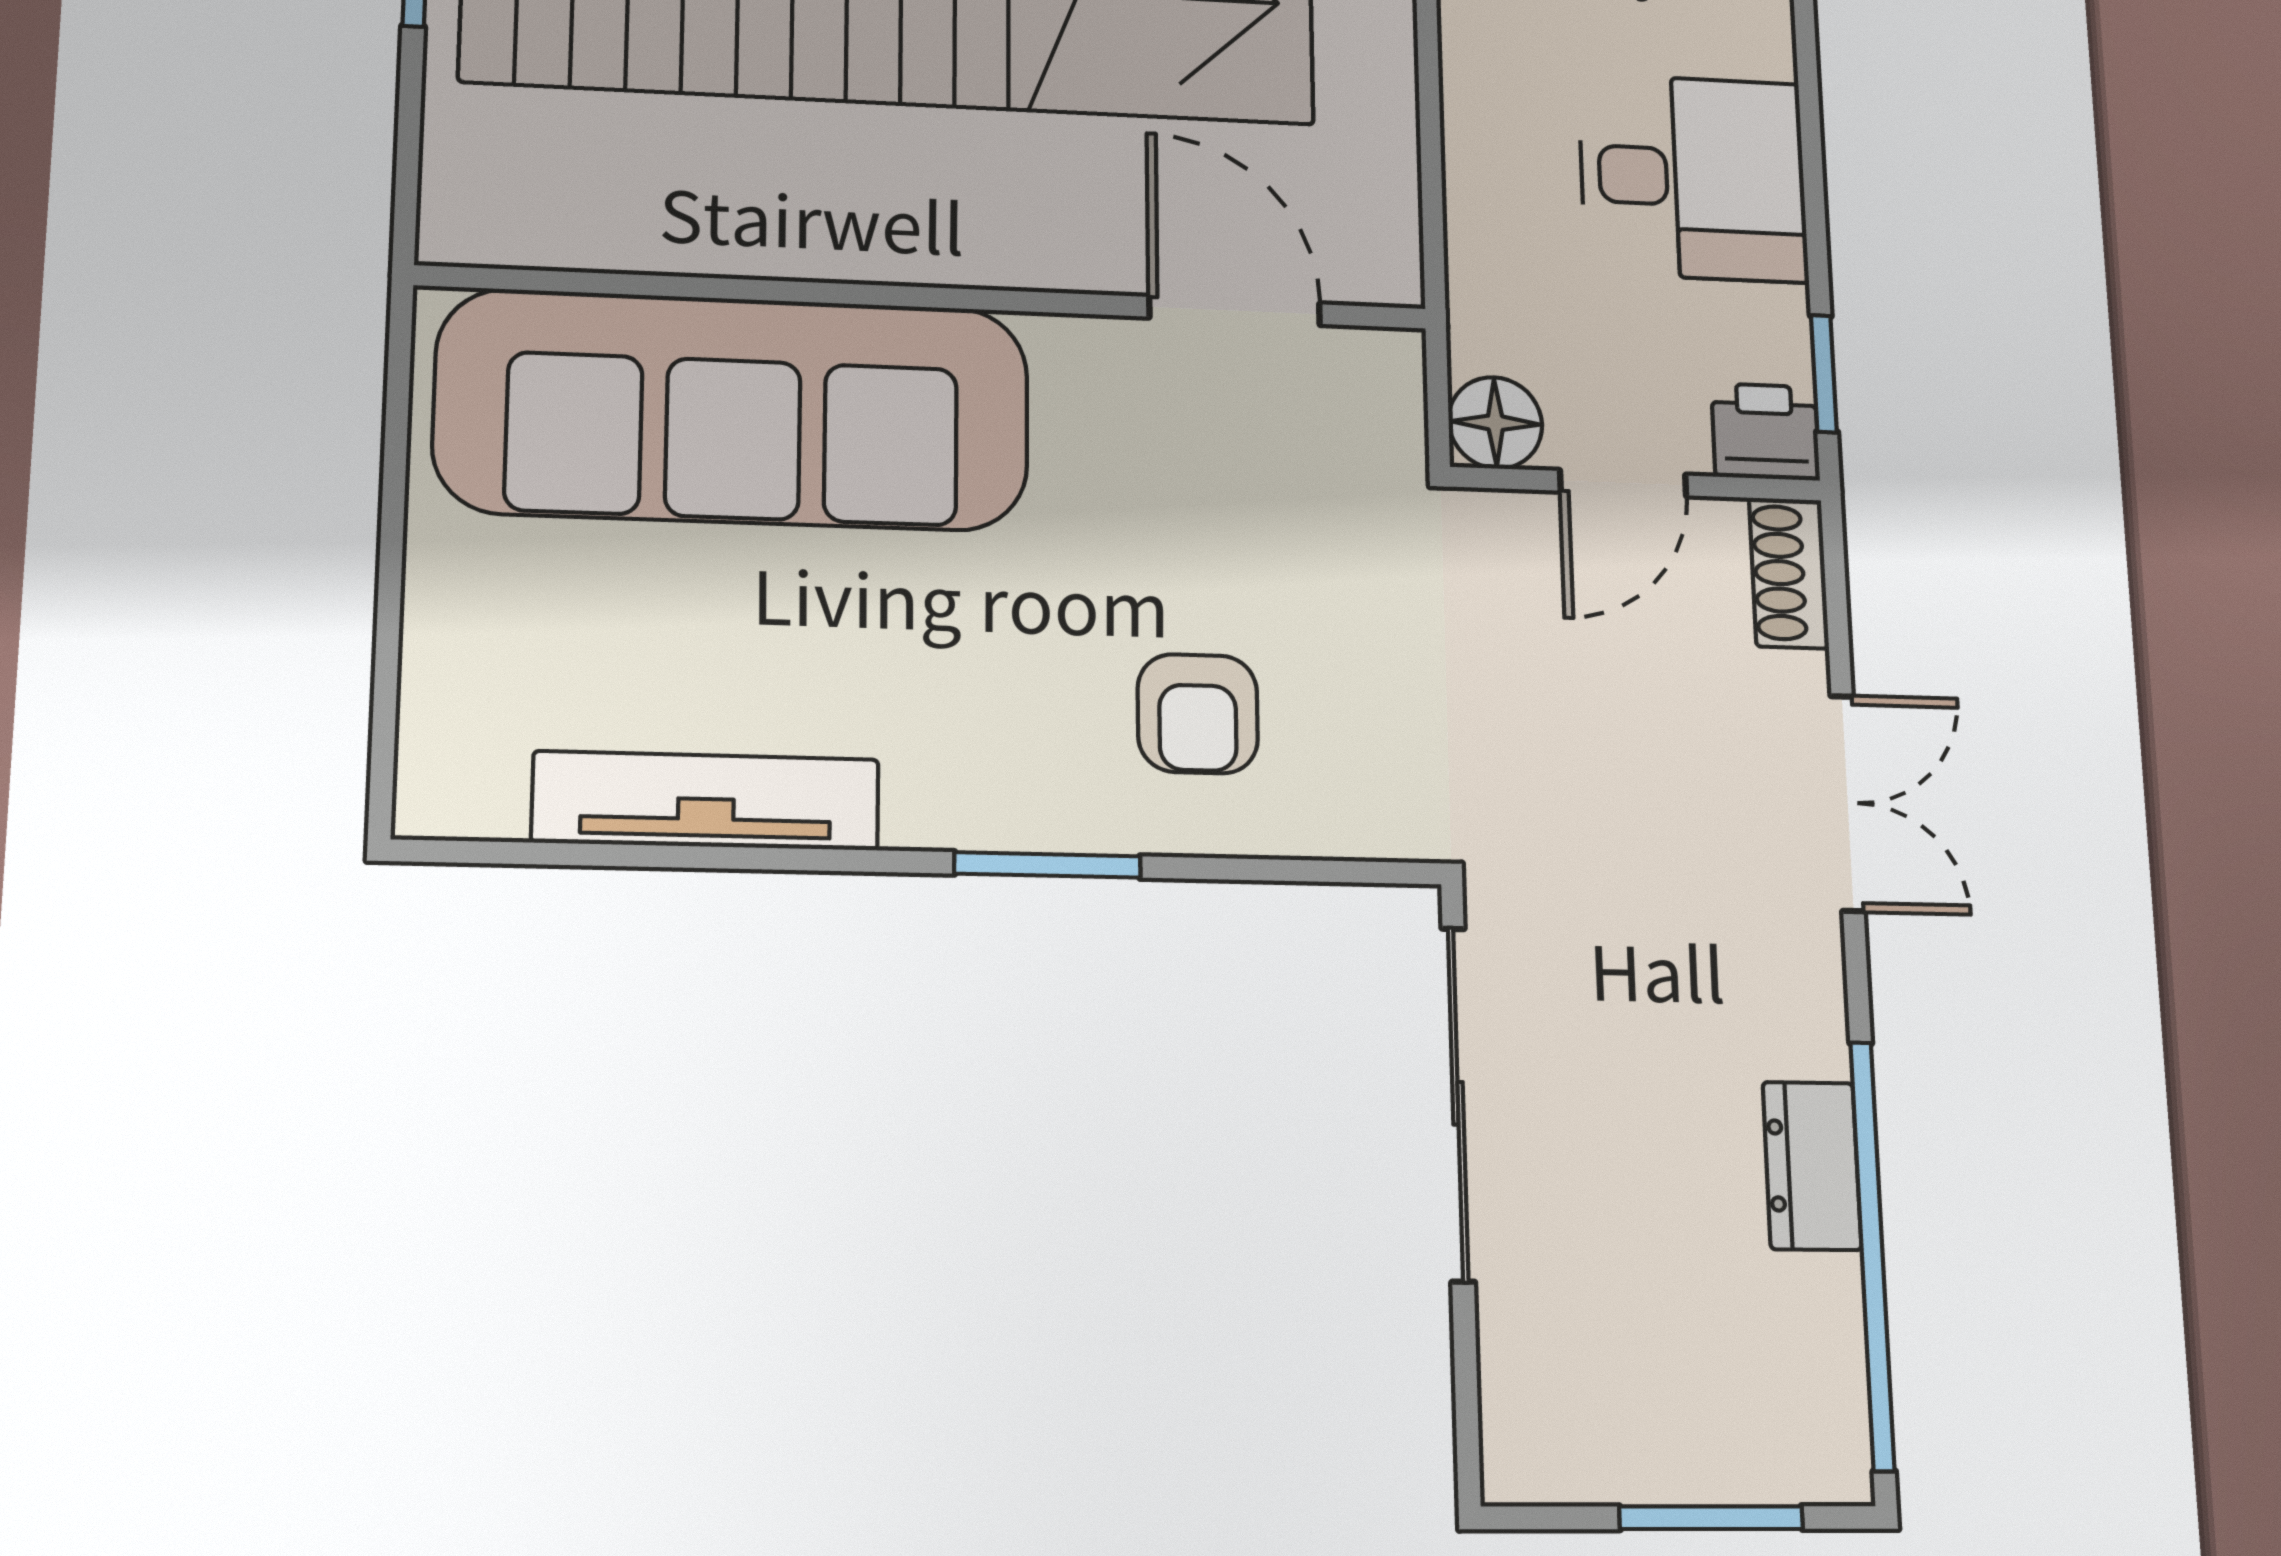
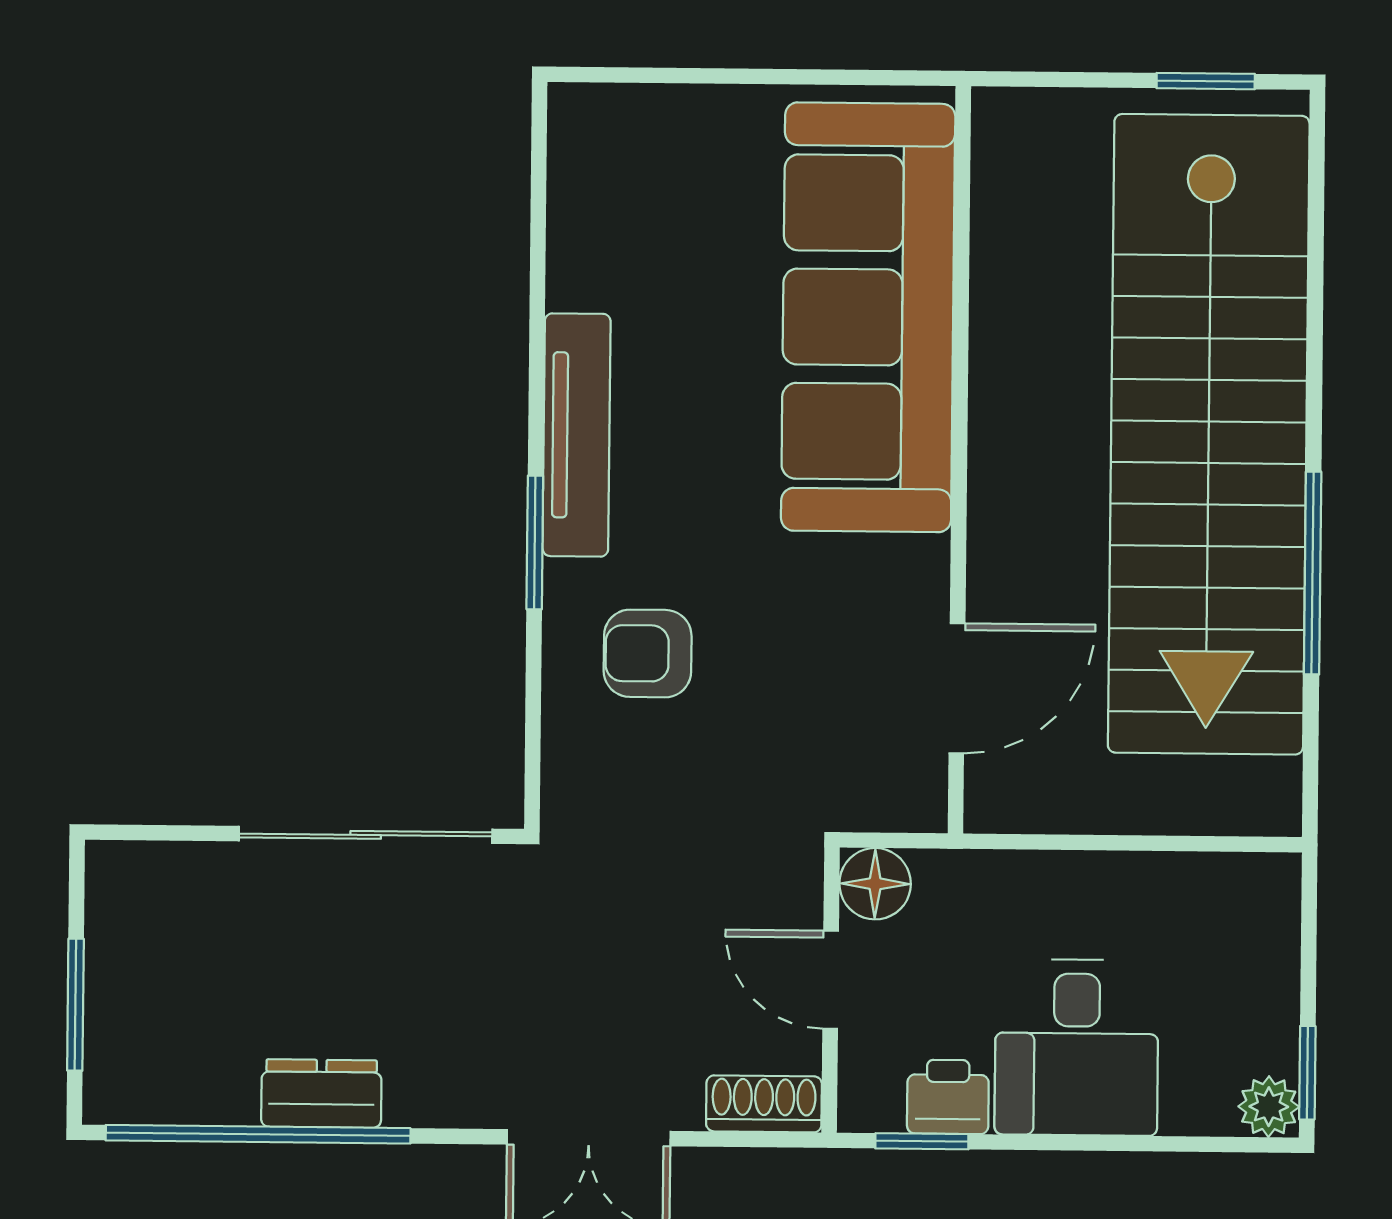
printer: (1765, 432) -> (948, 1097), moved, turned -90
tv unit: (706, 801) -> (577, 435), moved

